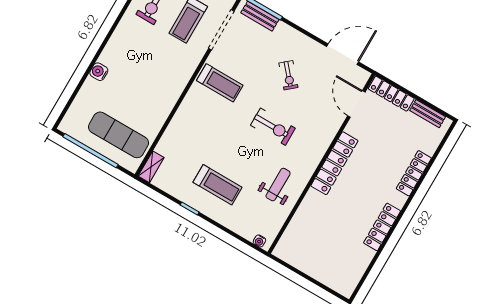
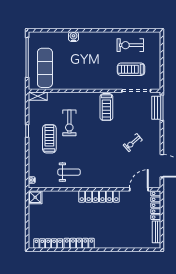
exercise bike: (273, 127) -> (69, 123), moved
locker: (414, 173) -> (48, 244), moved
treadmill: (218, 185) -> (49, 139), turned 180
shower: (285, 250) -> (35, 197), added

